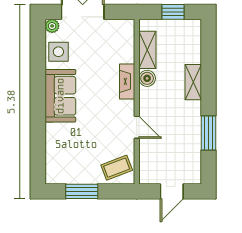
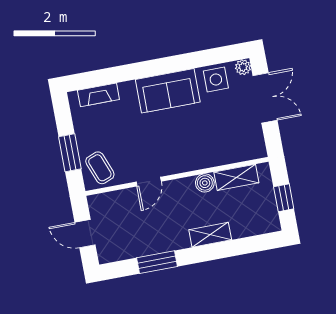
fireplace: (127, 81) -> (98, 95), moved, turned 180
window: (82, 191) -> (70, 153), moved

